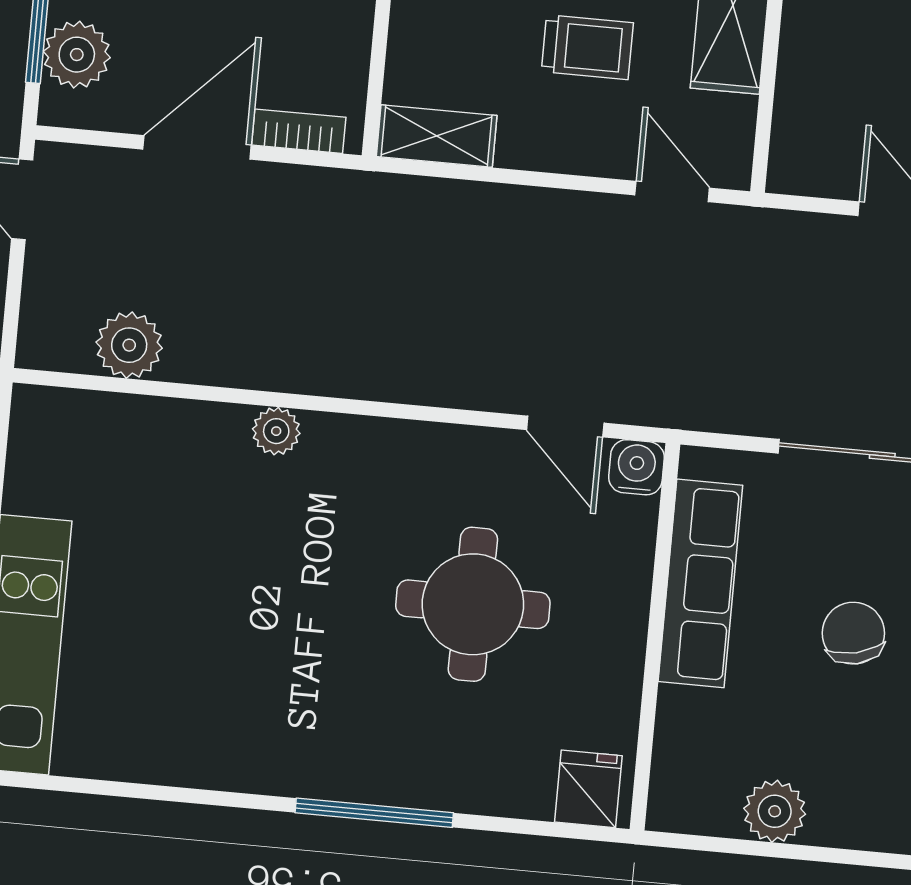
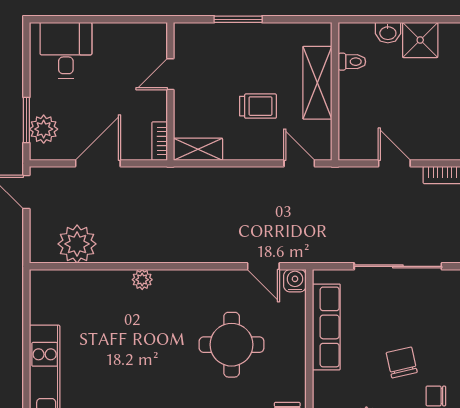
bookcase: (299, 131) -> (160, 141), moved, turned -90
plant: (129, 345) -> (77, 244), width x1.36, depth x1.36
chair: (853, 633) -> (402, 363), moved

